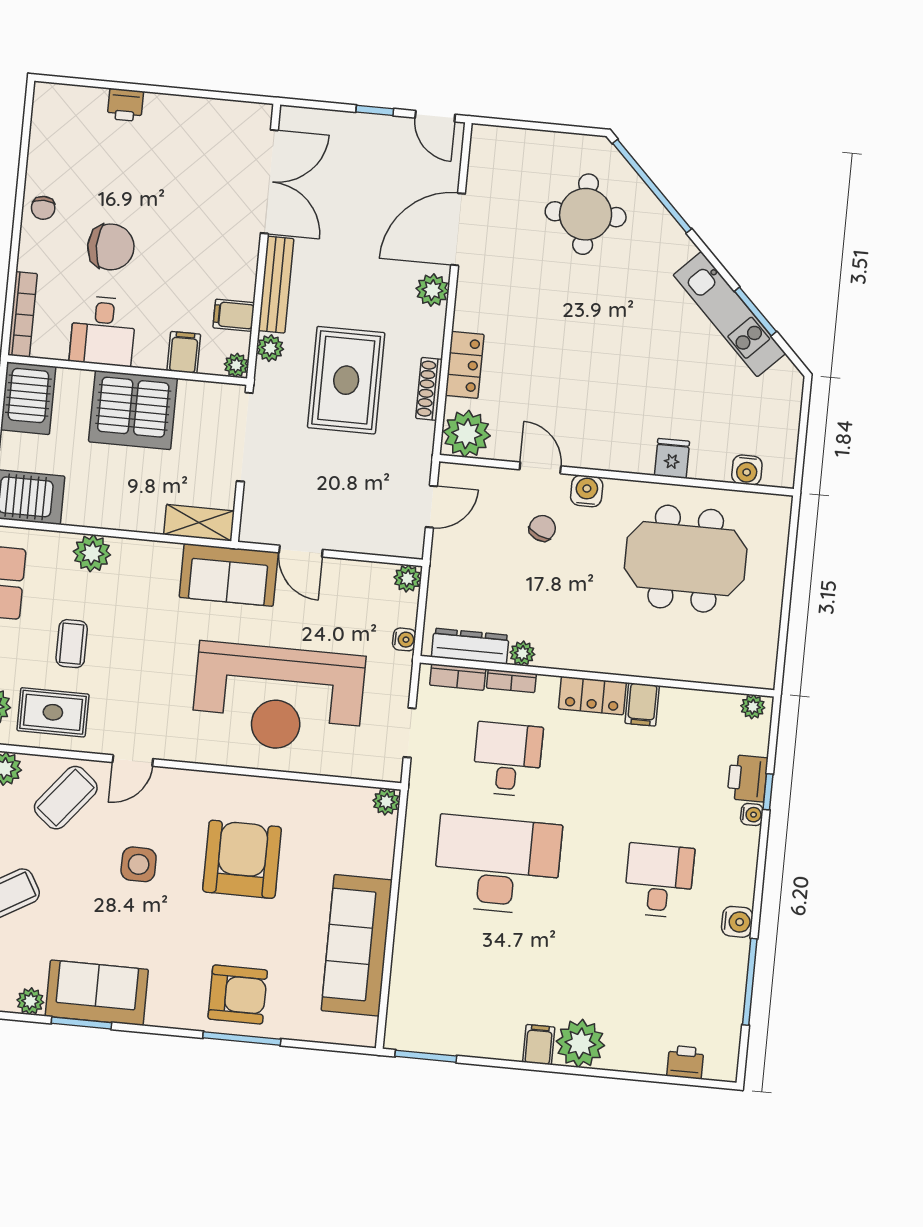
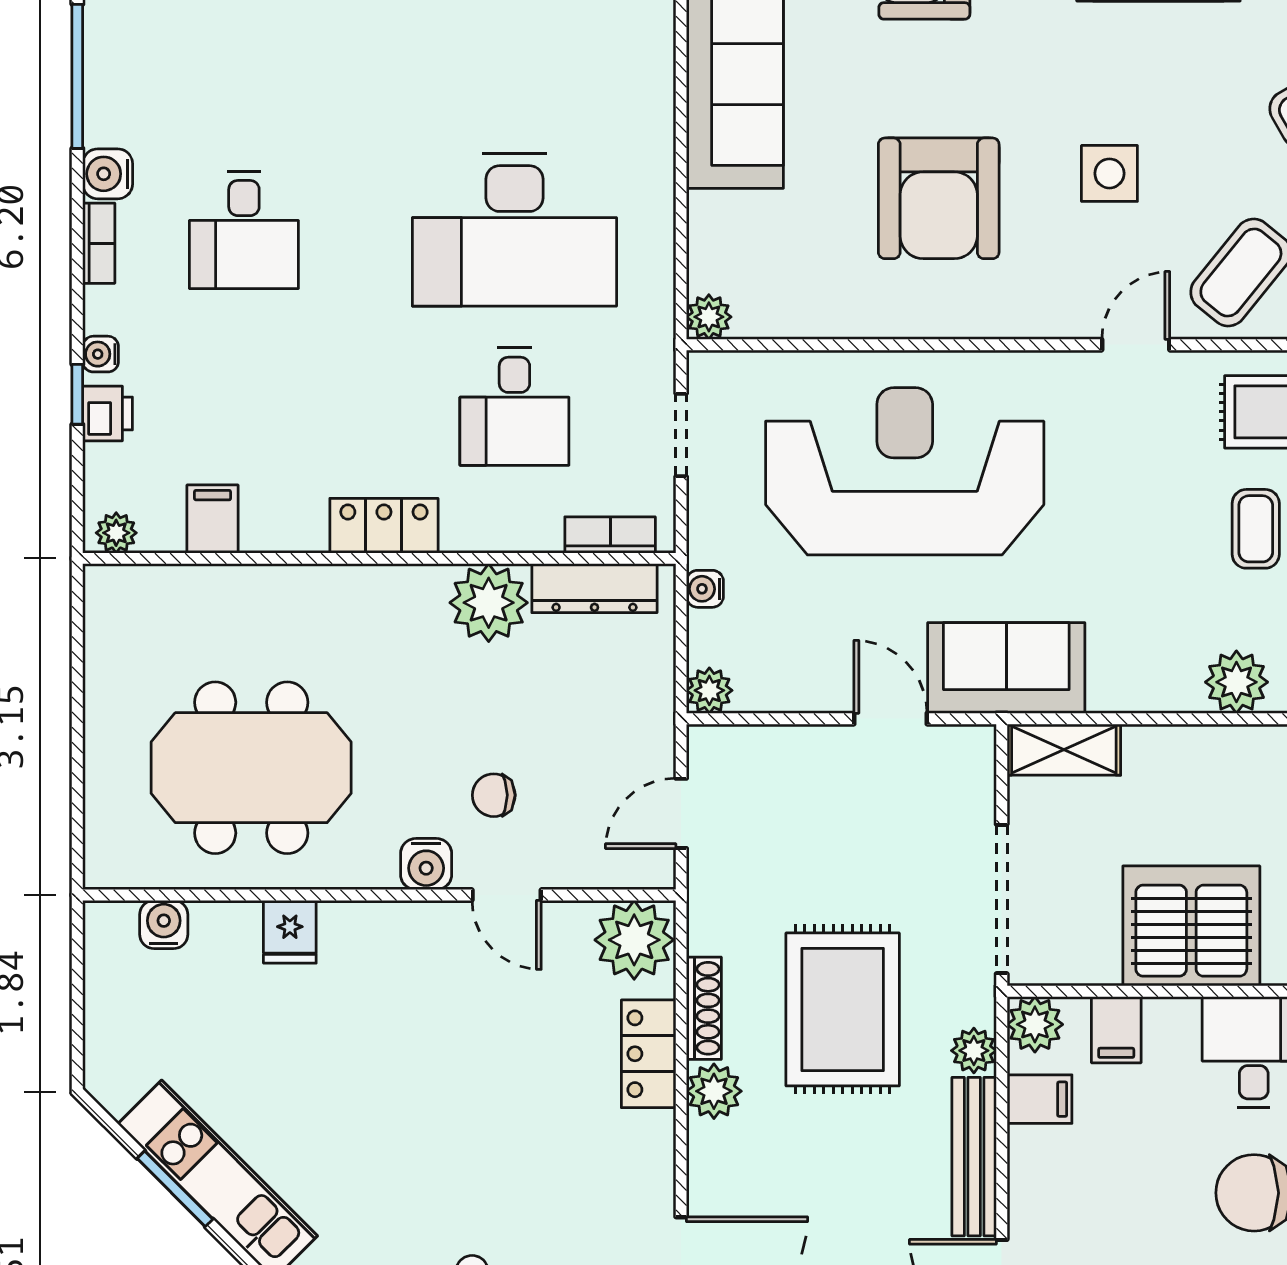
plant: (432, 290) -> (714, 1091), moved
plant: (236, 365) -> (1035, 1024), width x1.38, depth x1.38
chair: (542, 528) -> (494, 795), turned 66
plant: (522, 653) -> (489, 603), width x1.88, depth x1.88
bookcase: (511, 681) -> (99, 243), moved, turned 90
filing cabinet: (642, 704) -> (213, 519), moved
printer: (748, 778) -> (108, 414), width x0.73, depth x0.81

